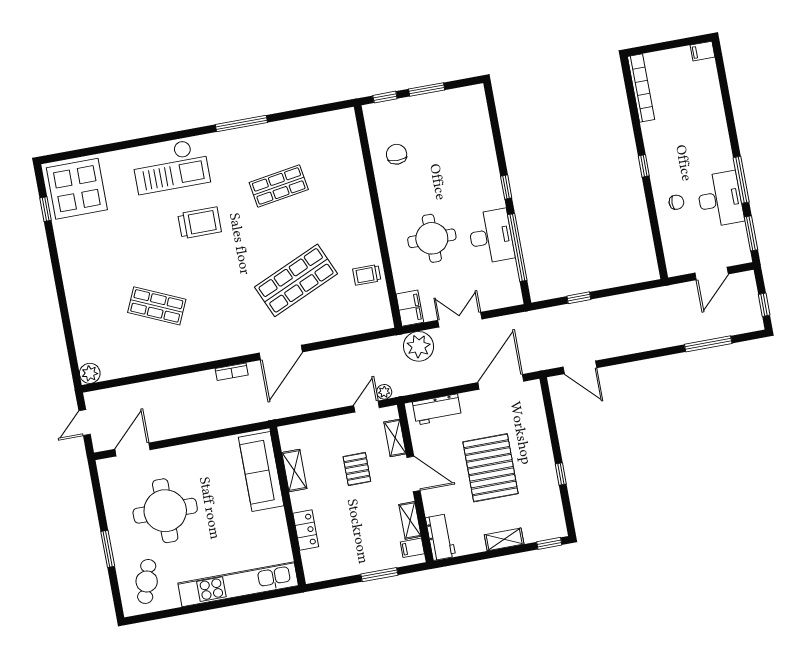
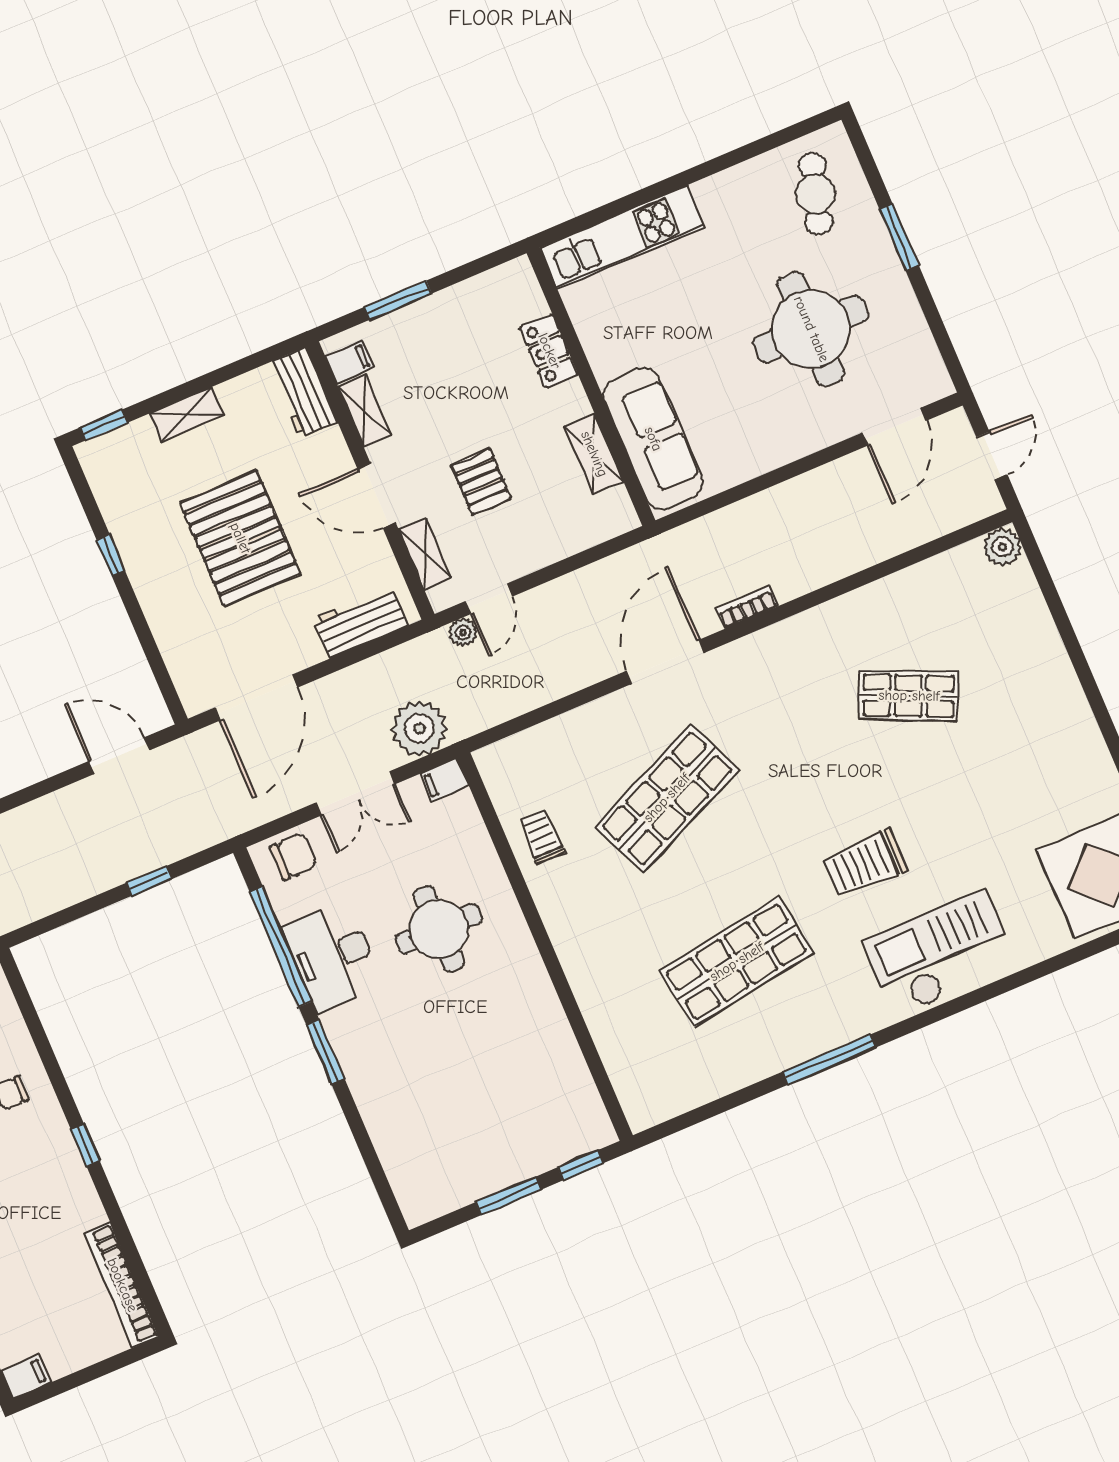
chair: (397, 154) -> (293, 856), moved, turned -90
shop shelf: (279, 186) -> (737, 962), width x1.43, depth x1.36
window: (506, 187) -> (325, 1052), width x1.50
trolley: (367, 275) -> (542, 837), turned -90
filing cabinet: (410, 308) -> (444, 780), width x0.50
kitchen unit: (238, 584) -> (622, 237), width x0.73

